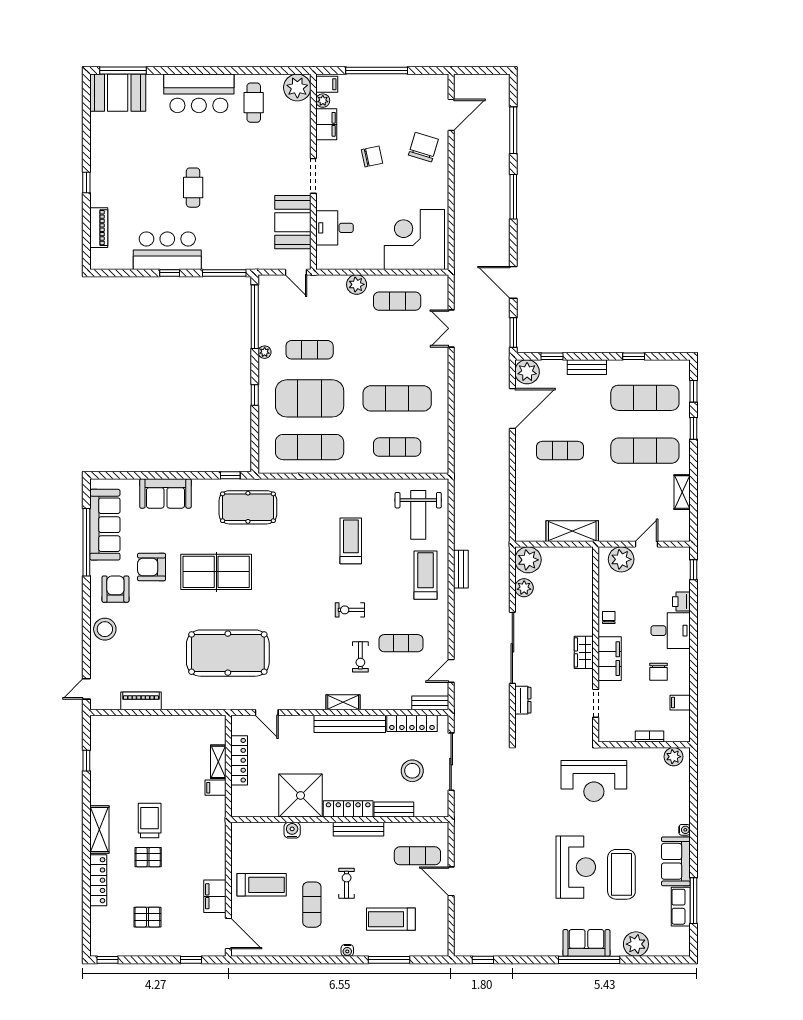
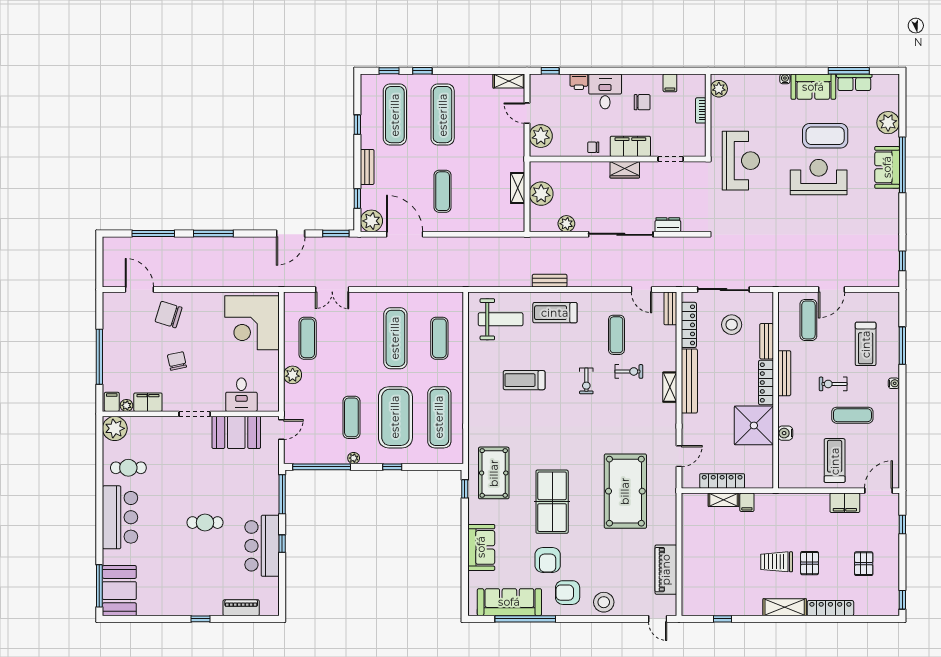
shelving: (682, 492) -> (509, 81), moved
shelving: (572, 531) -> (518, 188), width x0.67, depth x0.75
plant: (528, 560) -> (541, 194), moved
piano: (141, 701) -> (666, 570), width x1.37, depth x1.33

